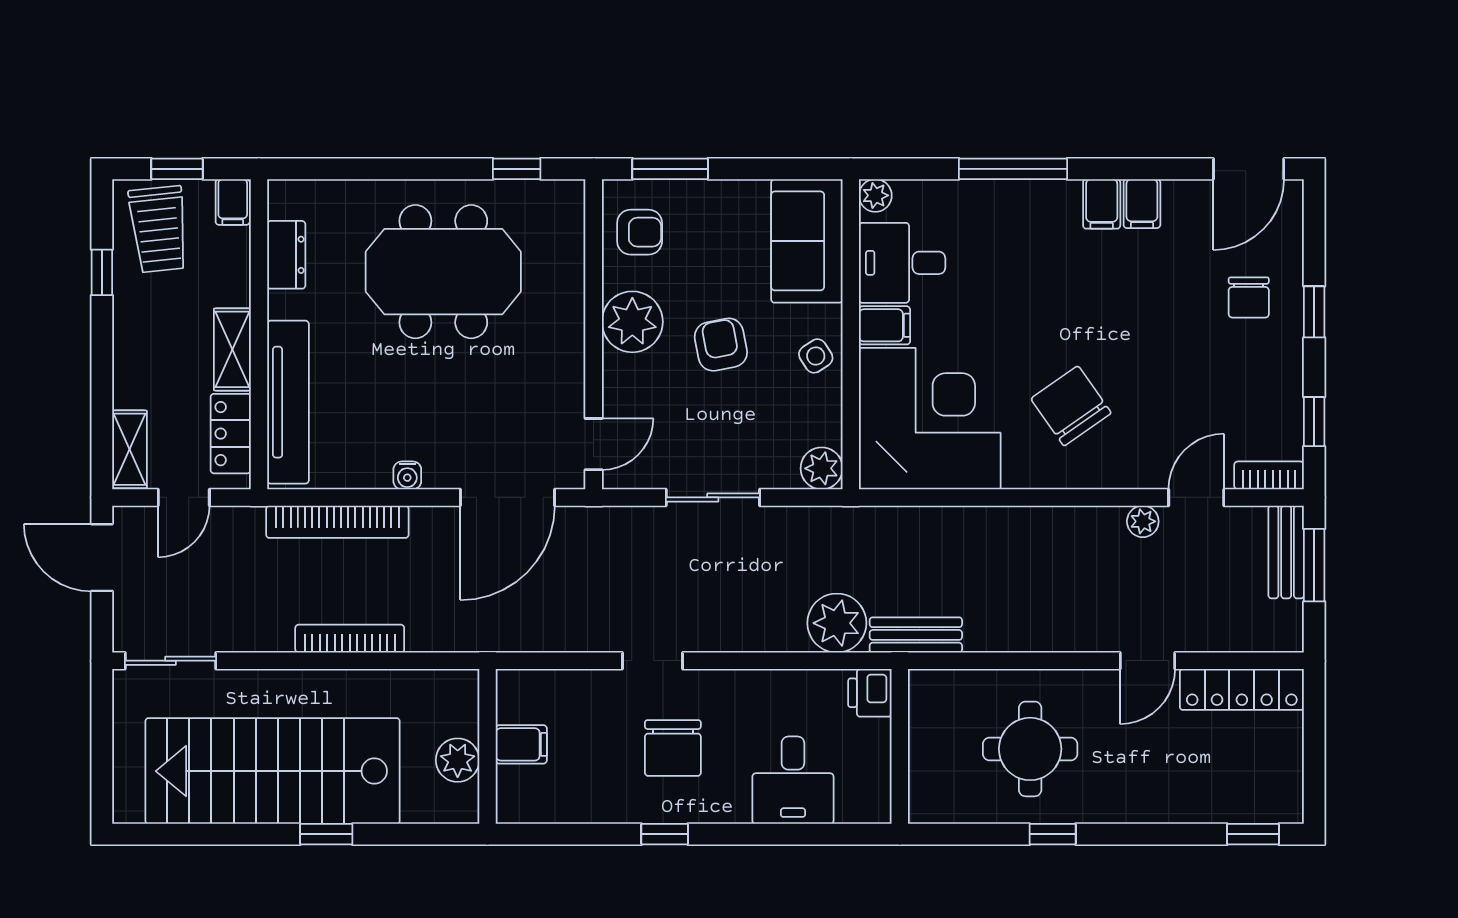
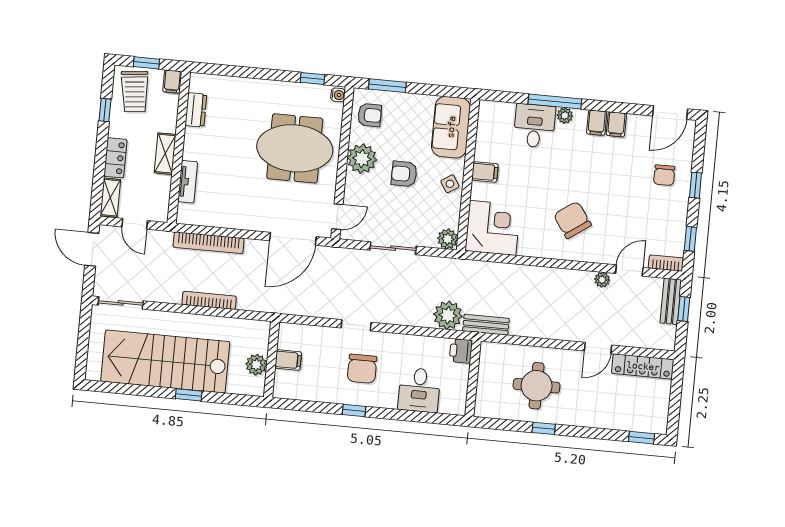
plant: (875, 195) -> (565, 116), moved
desk: (902, 263) -> (534, 126), moved, turned 90
meeting table: (443, 272) -> (295, 148), moved
armchair: (721, 345) -> (404, 174), turned -79
tv unit: (288, 402) -> (188, 182), width x0.52, depth x0.78
corner desk: (930, 419) -> (493, 228), width x0.74, depth x0.74
locker: (231, 434) -> (115, 158), moved, turned 180
water cooler: (407, 475) -> (338, 95), moved, turned -90
door: (184, 497) -> (135, 224), hinge flipped
window: (1314, 565) -> (684, 309), width x0.67

